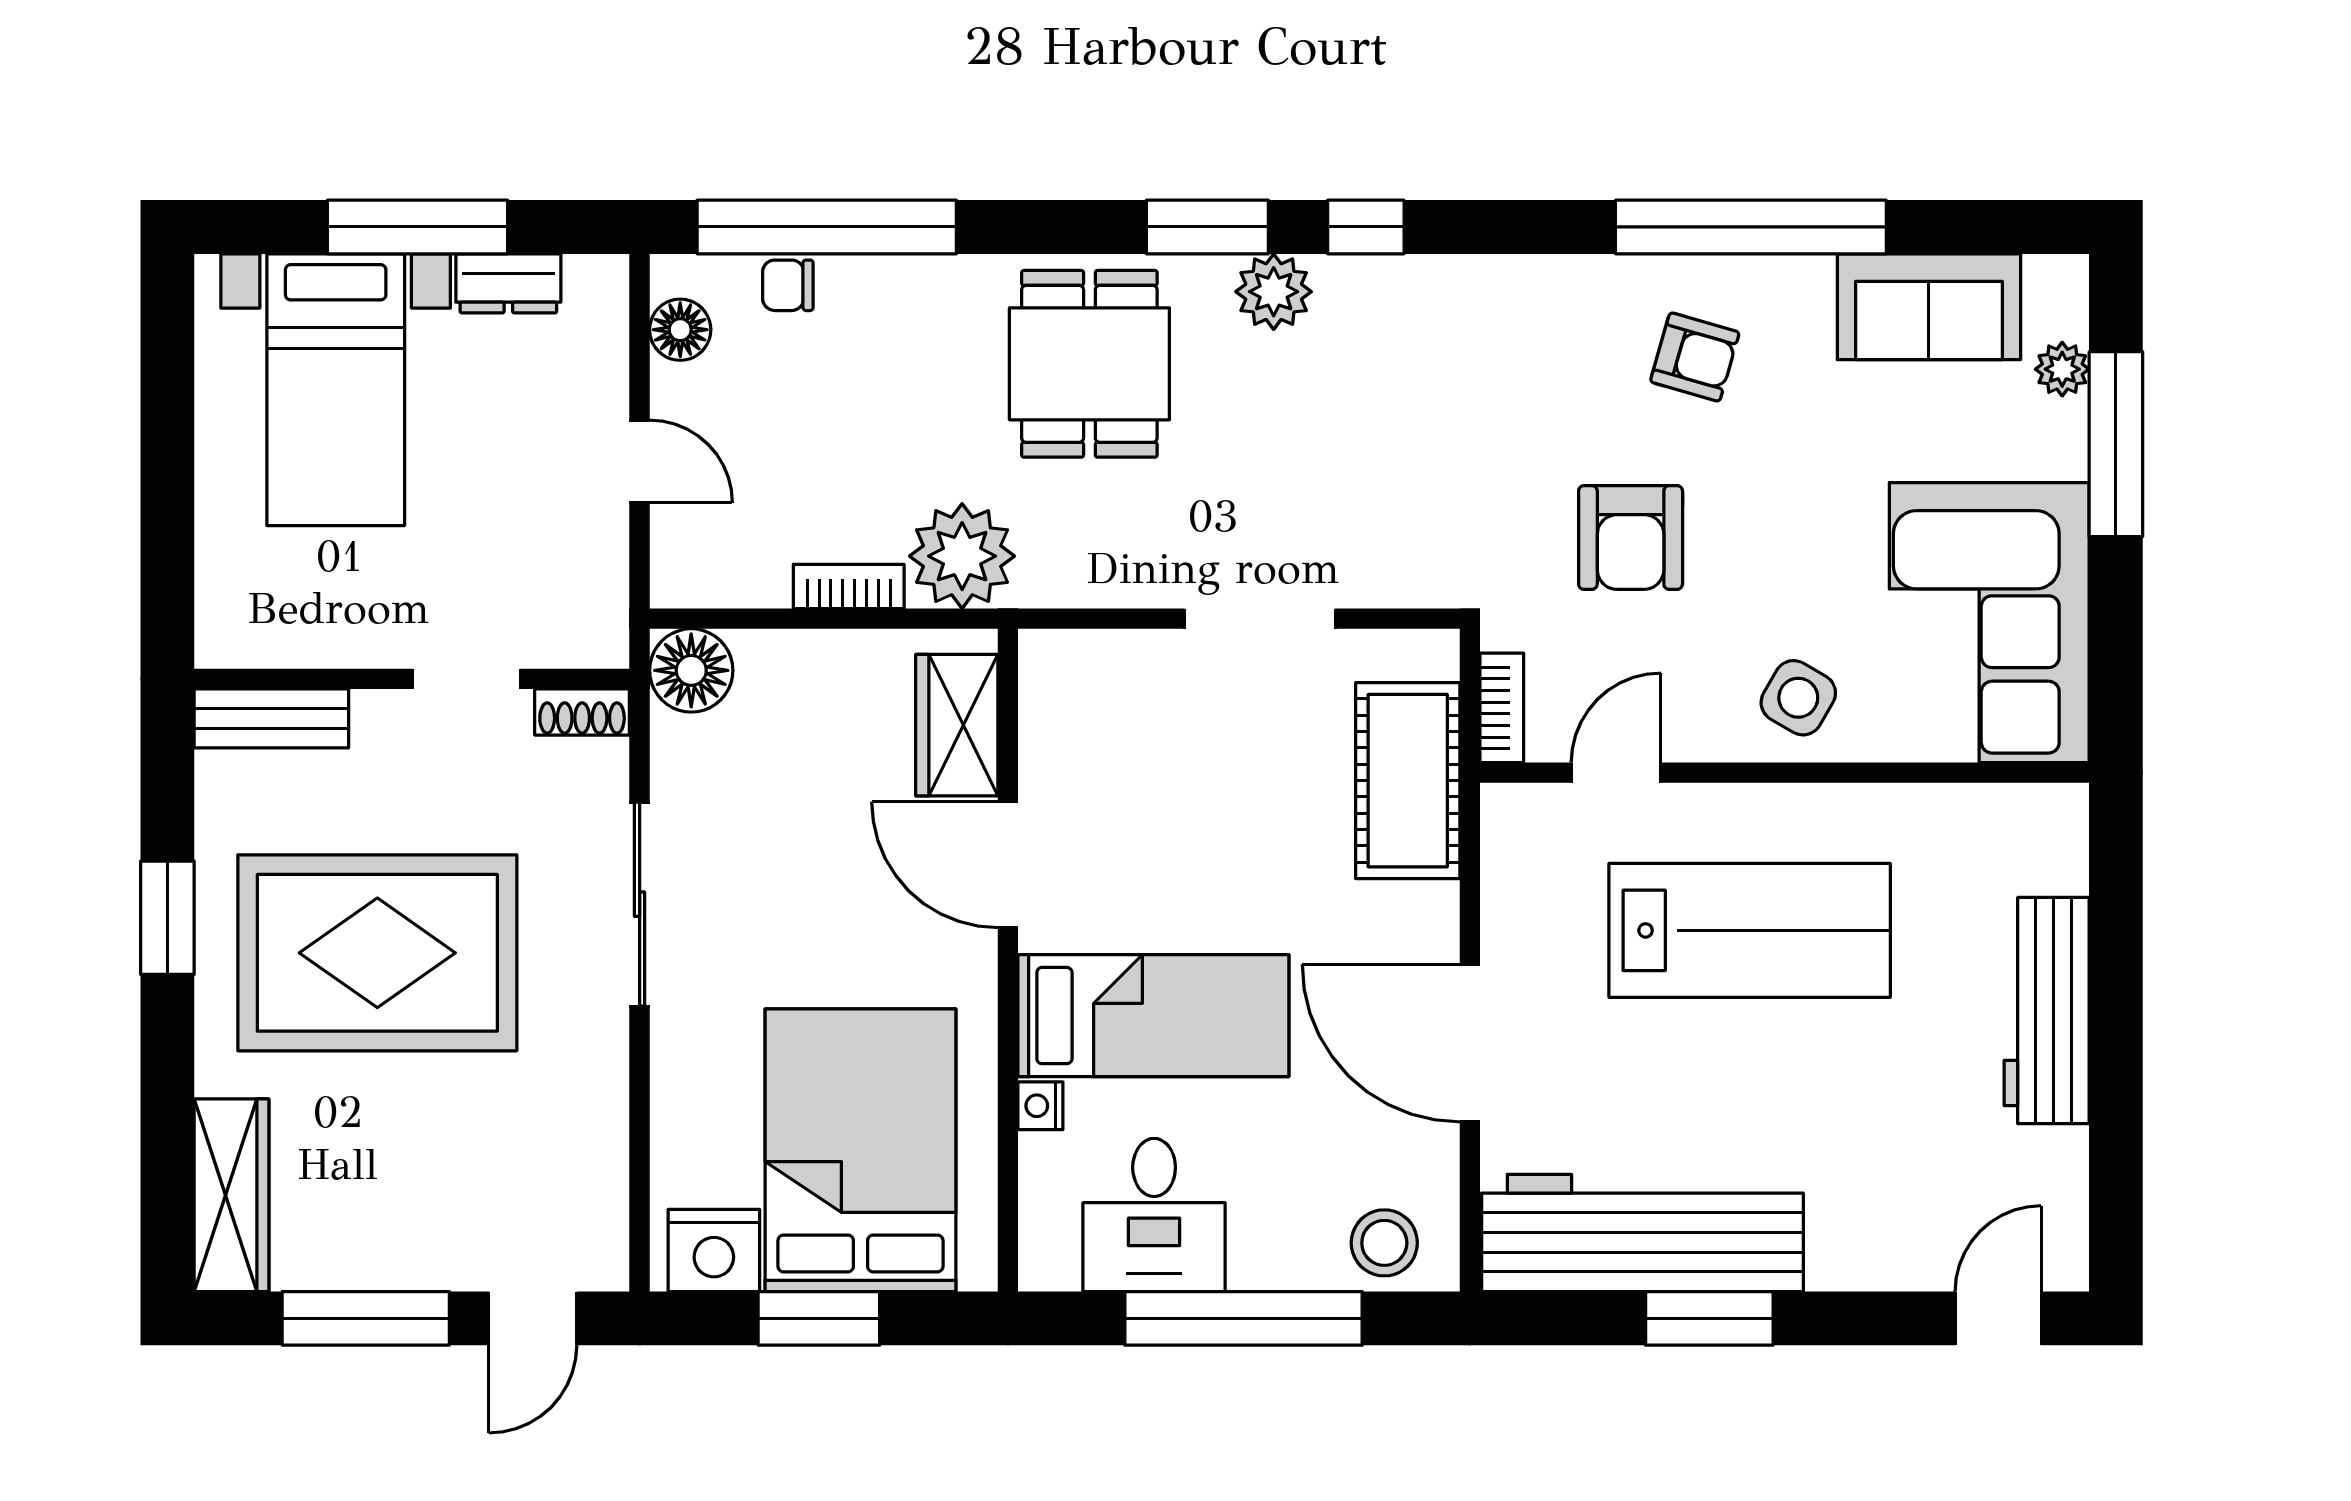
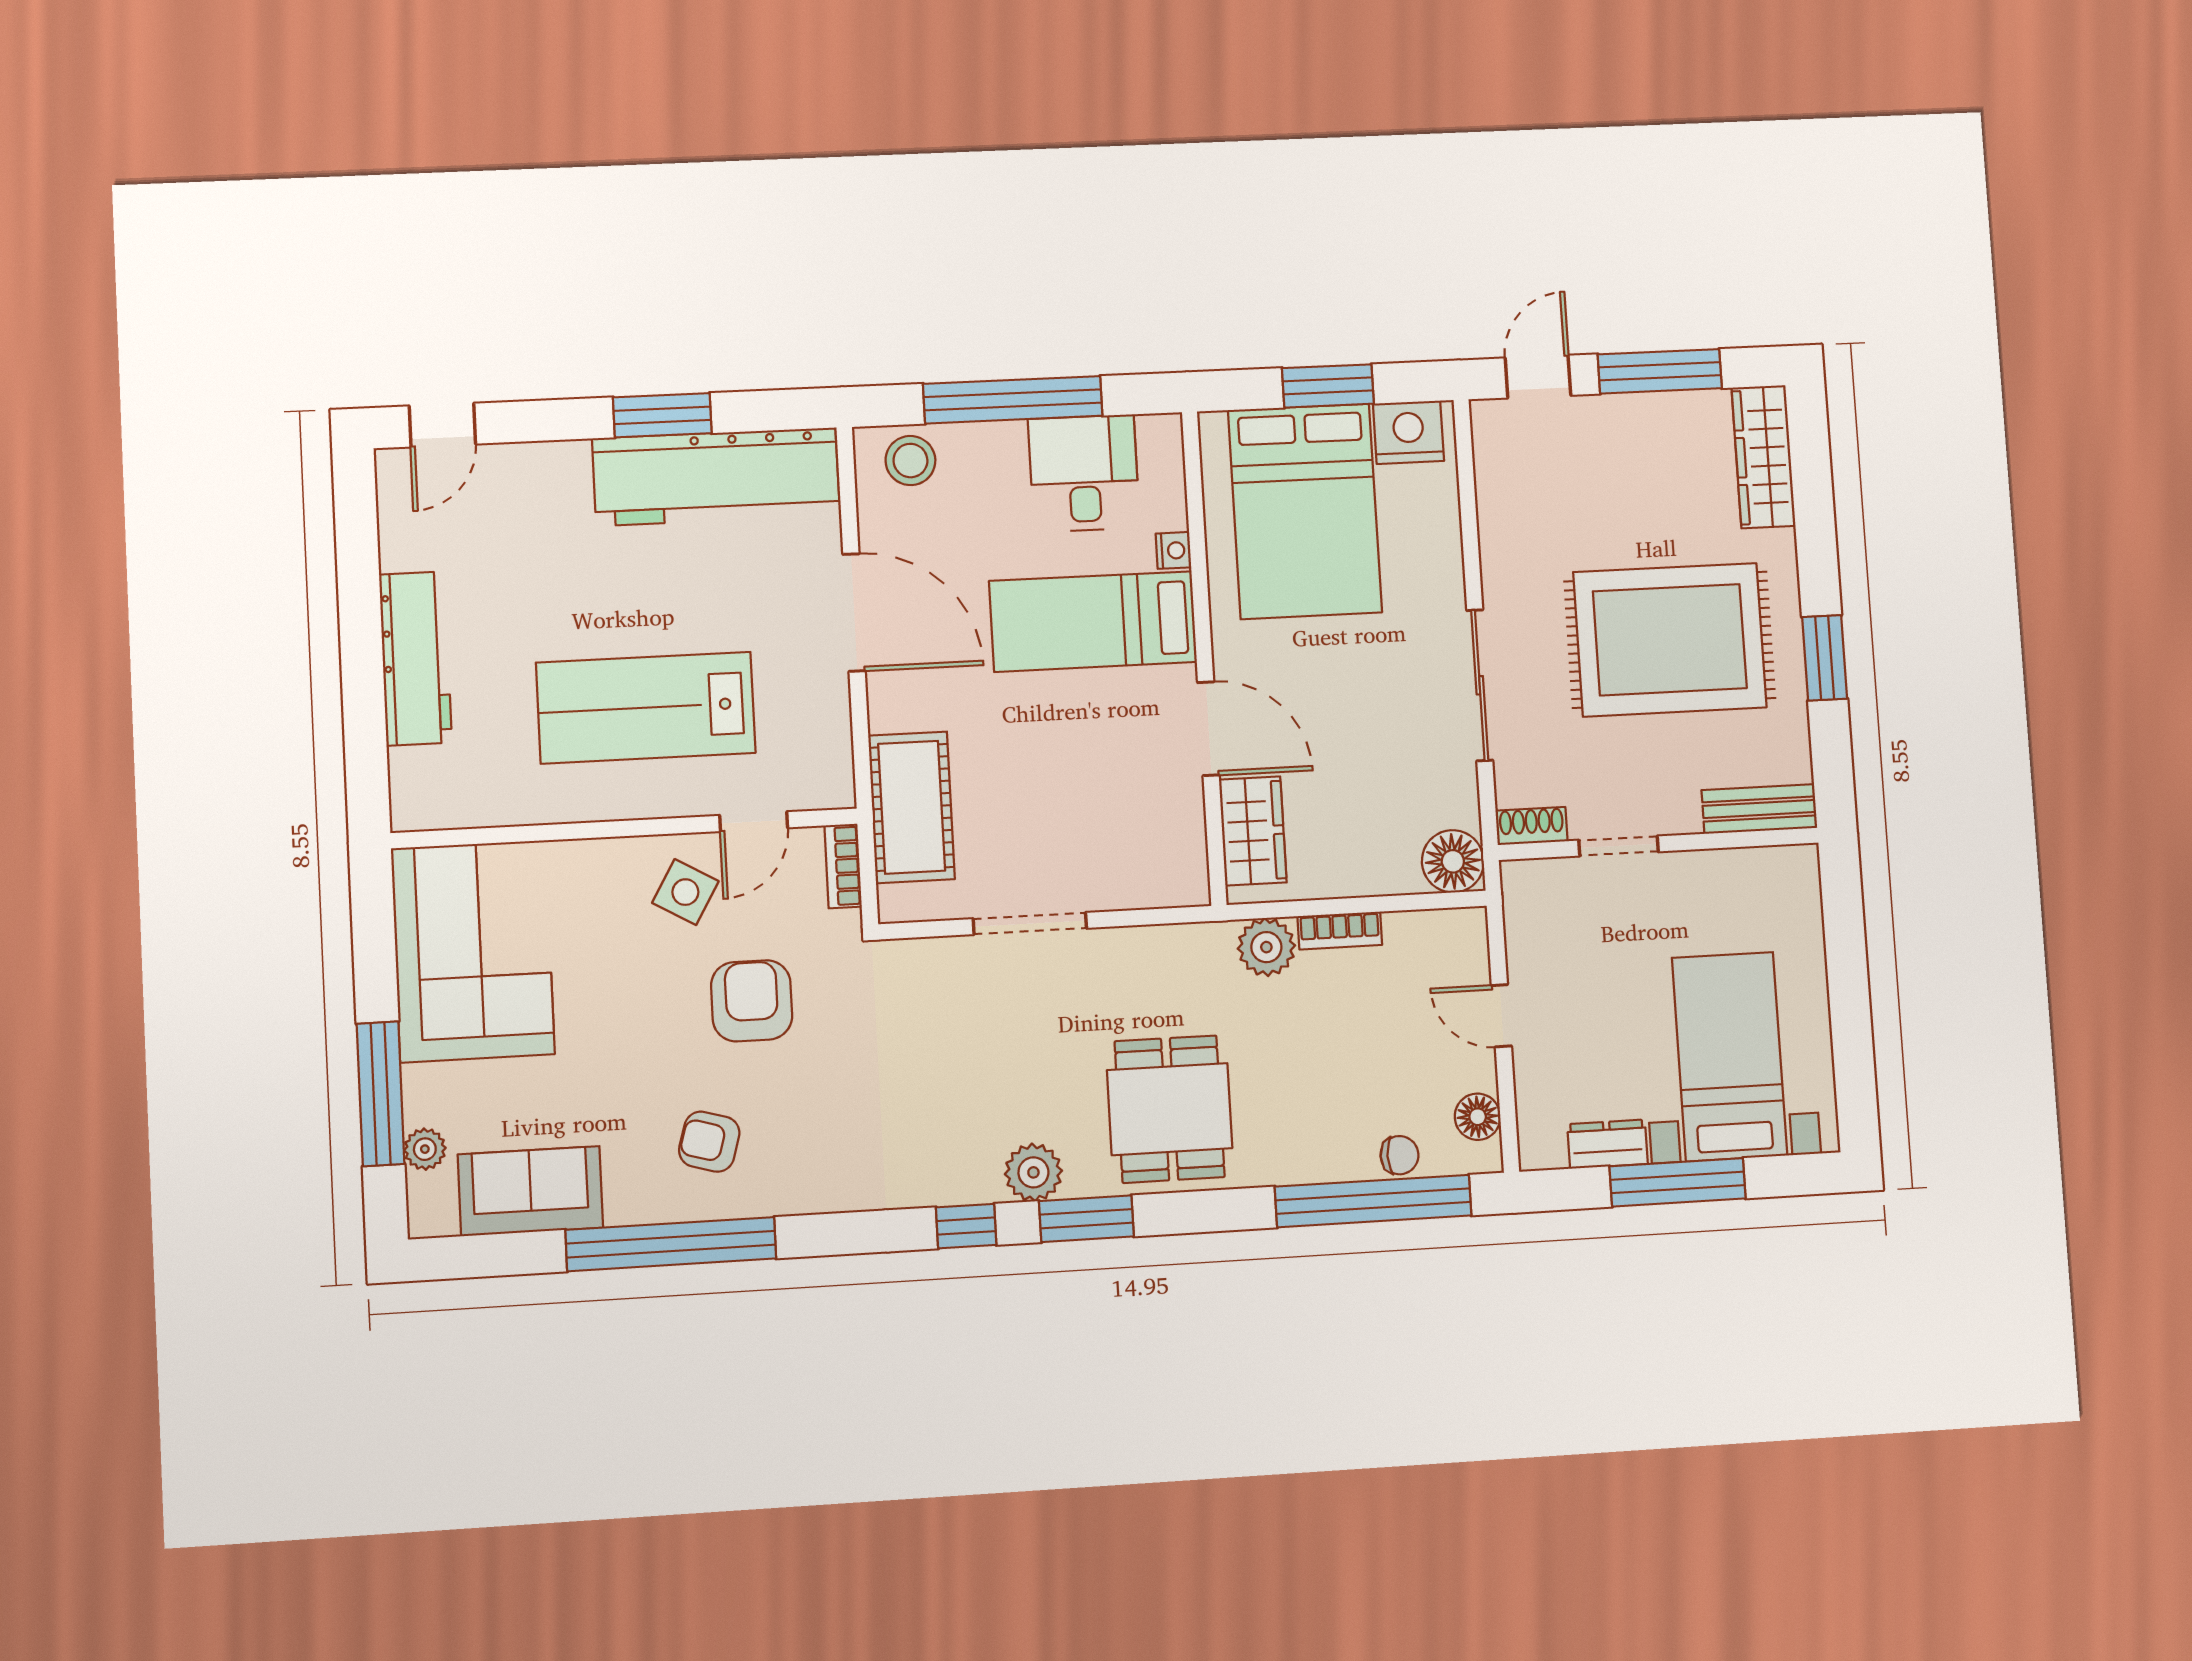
plant: (962, 556) -> (1266, 947), width x0.73, depth x0.73
side table: (1798, 698) -> (685, 892), moved

